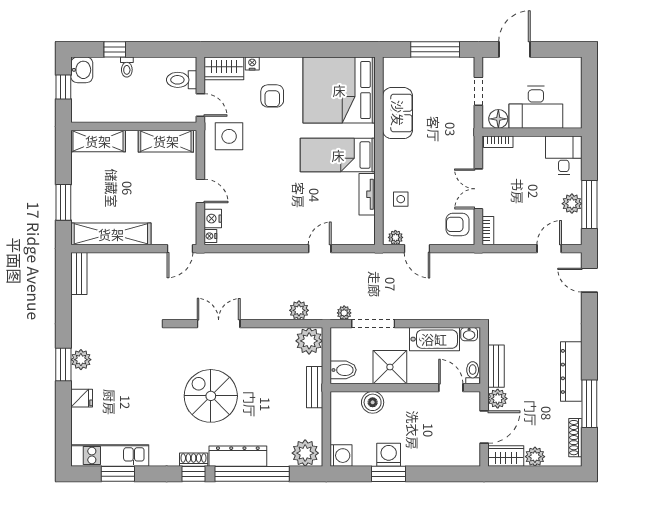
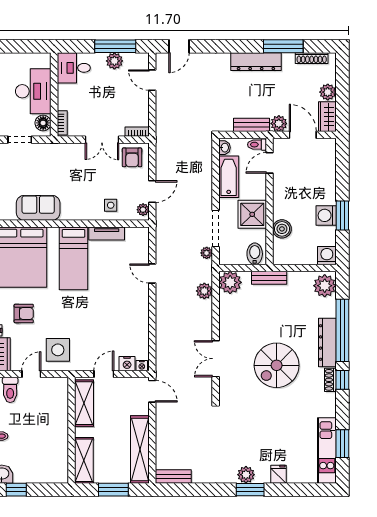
wall: (134, 126) -> (72, 430), moved
shelving: (98, 141) -> (84, 460), moved
shelving: (166, 141) -> (84, 403), moved

